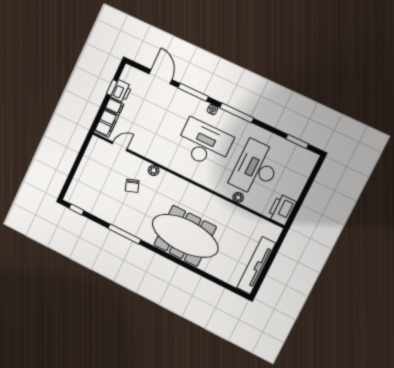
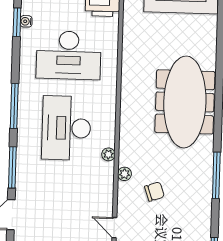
water cooler: (212, 109) -> (26, 21), moved
plant: (238, 197) -> (108, 154), moved

